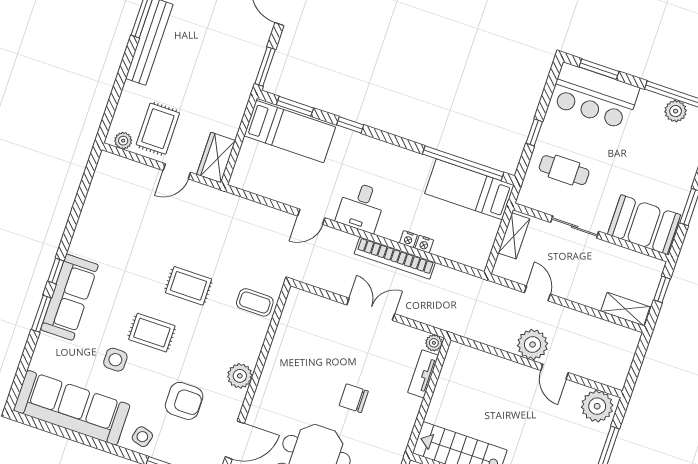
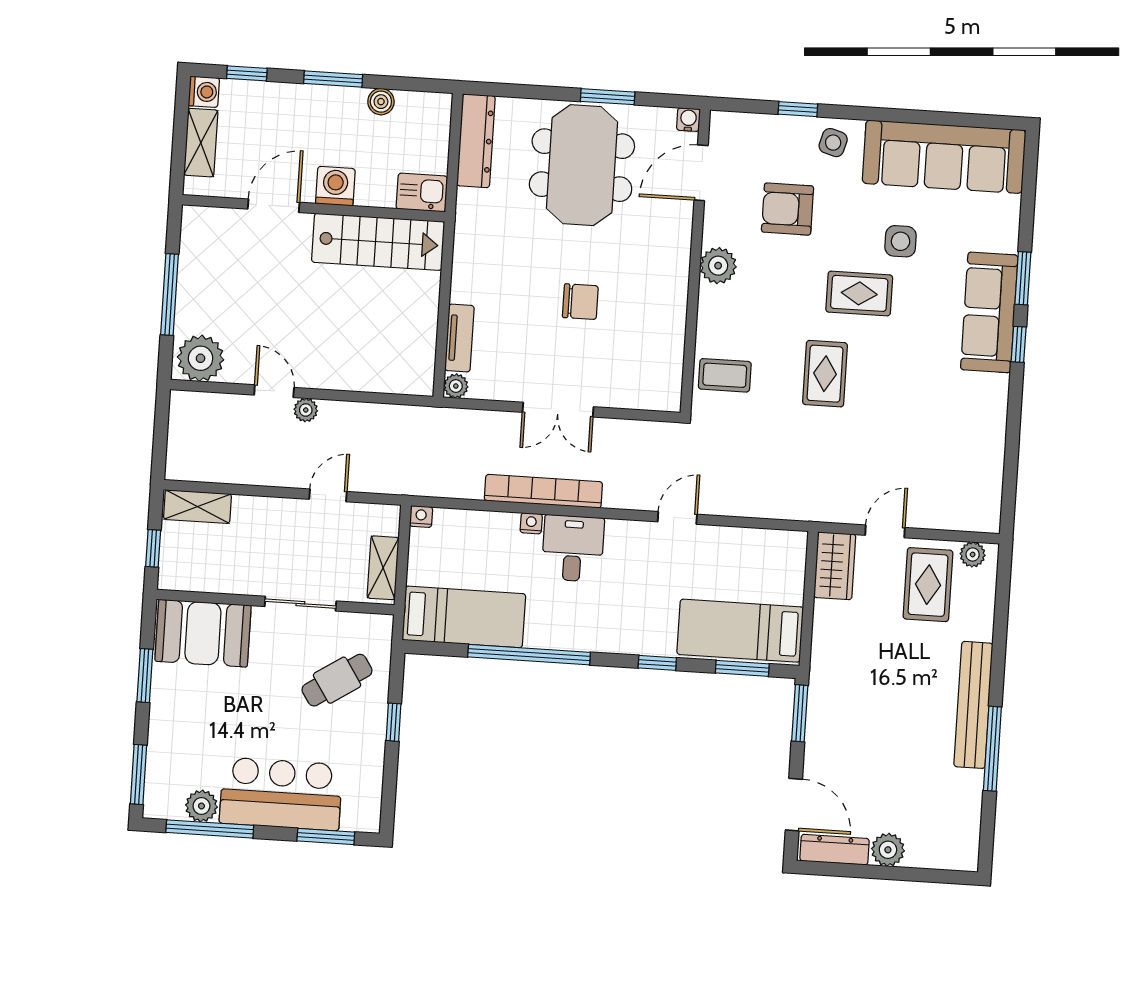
bar counter: (594, 96) -> (281, 794), moved
window: (463, 163) -> (529, 655), moved
cafe table: (564, 170) -> (337, 680), turned -33
desk: (361, 207) -> (573, 548), moved
nightstand: (424, 244) -> (421, 517), moved
rug: (188, 286) -> (825, 374), turned 90
door: (537, 293) -> (328, 495), swing flipped
plant: (533, 344) -> (306, 410), width x0.53, depth x0.53
chair: (354, 398) -> (580, 302), moved

